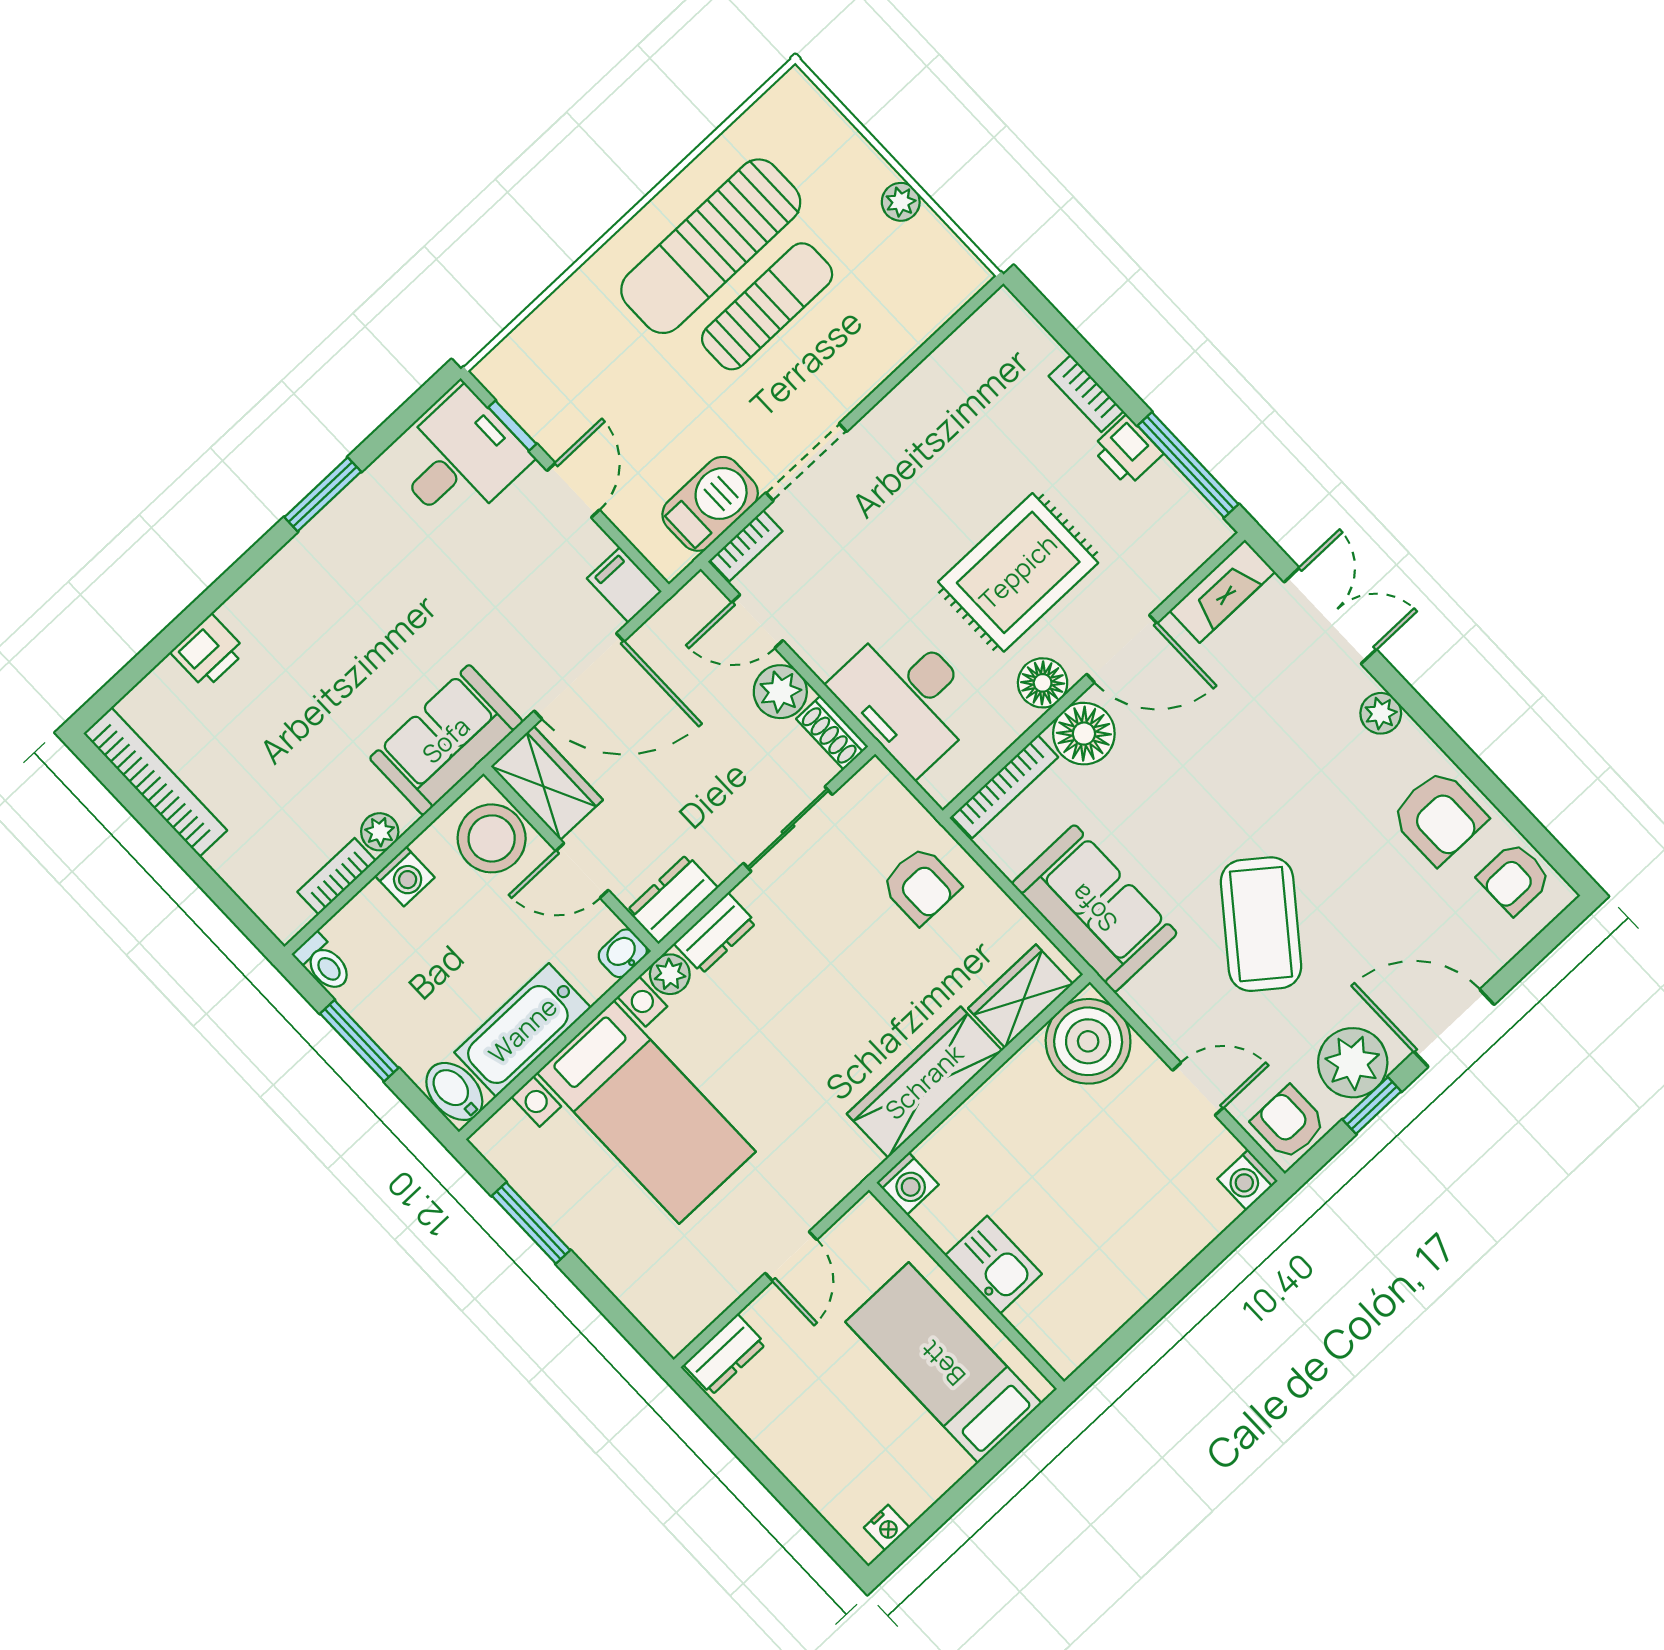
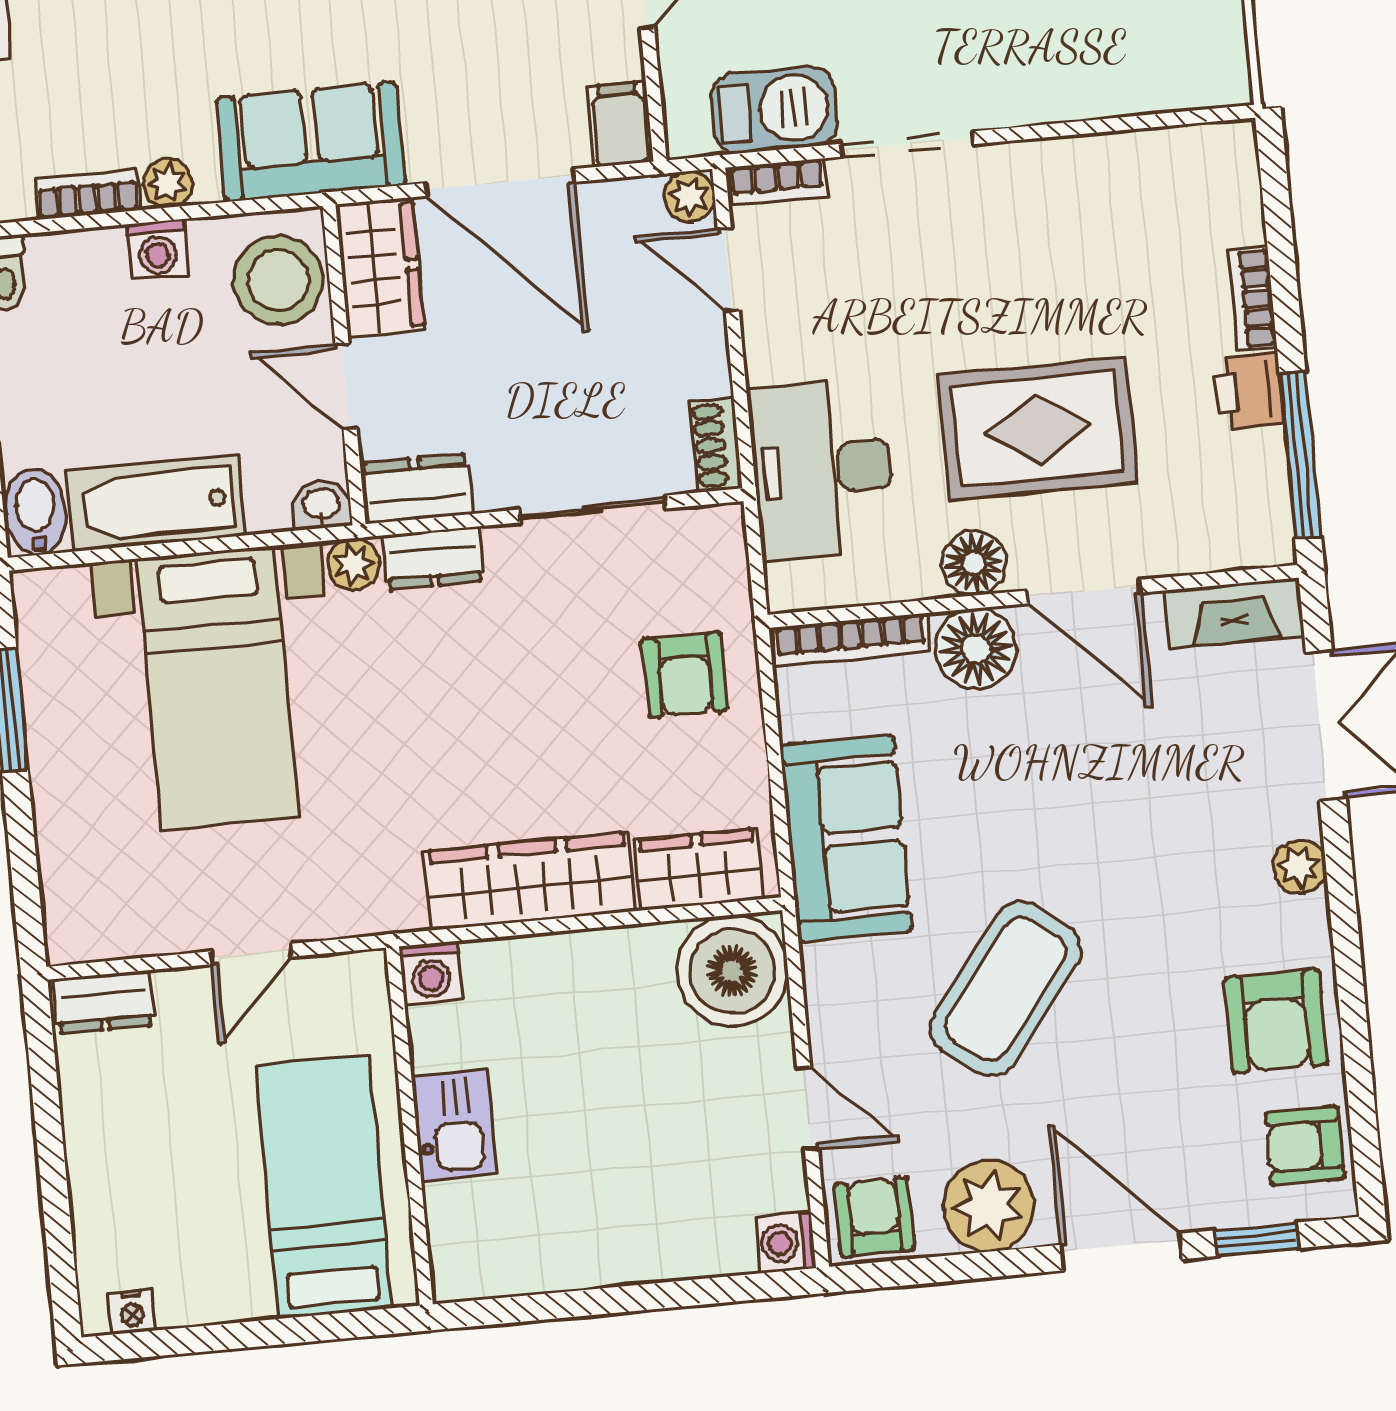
plant: (780, 692) -> (689, 197), moved, width x0.73, depth x0.73
window: (1372, 1106) -> (1257, 1239), moved

